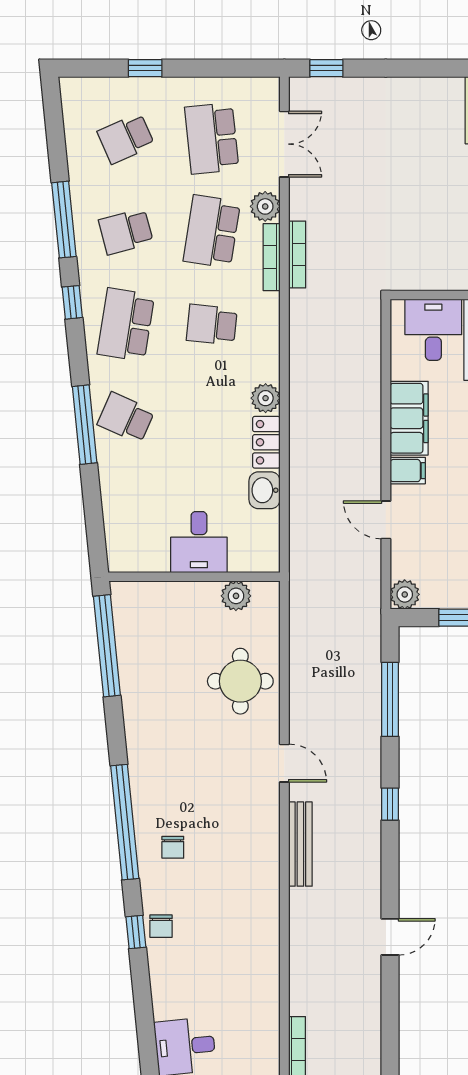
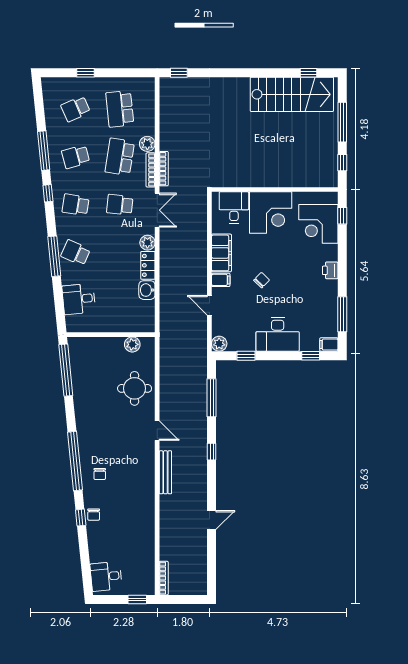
double door: (284, 144) -> (157, 210), moved
school desk: (126, 325) -> (76, 205), width x0.54
desk: (199, 542) -> (79, 299), moved, turned 84

